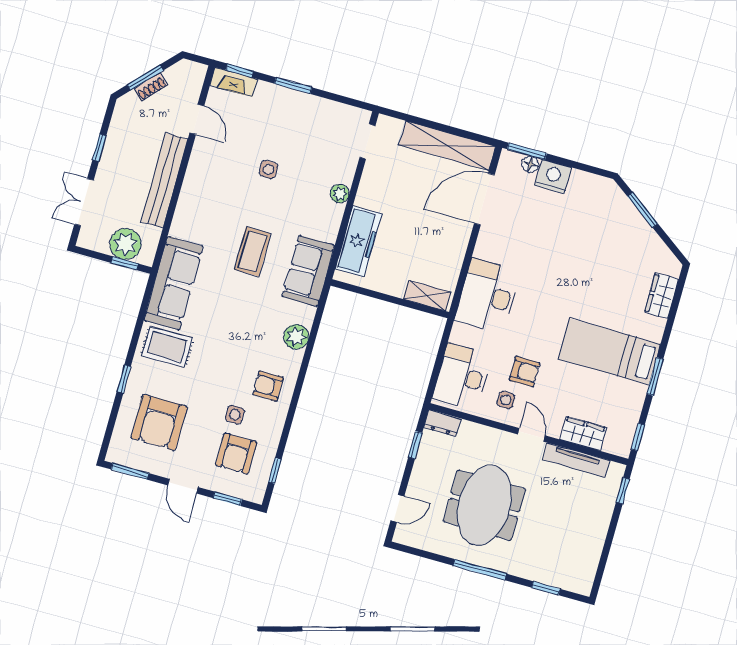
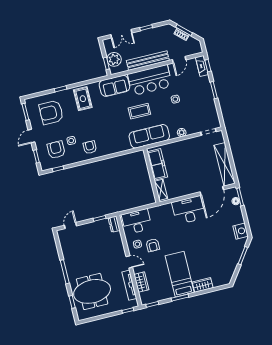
nightstand: (553, 176) -> (241, 231), moved
bar counter: (204, 198) -> (150, 80), added
door: (484, 199) -> (212, 191), swing flipped
double door: (84, 202) -> (121, 34), swing flipped
freezer: (359, 241) -> (157, 164), moved, turned -90
sofa: (308, 271) -> (149, 136), width x1.36
sofa: (174, 283) -> (114, 86), width x0.73
desk: (487, 296) -> (189, 210), moved
wardrobe: (662, 296) -> (203, 285), moved
plant: (296, 337) -> (116, 147), removed
door: (531, 435) -> (129, 262), hinge flipped
armchair: (236, 454) -> (56, 150), turned 90
meeting table: (484, 505) -> (92, 291), moved
door: (397, 509) -> (70, 226), swing flipped

